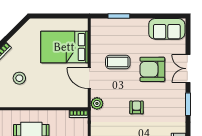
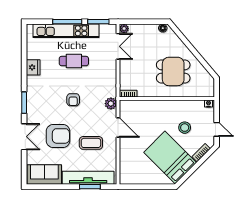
tv unit: (121, 25) -> (88, 178), added
bed: (64, 47) -> (170, 157), moved, turned -135

